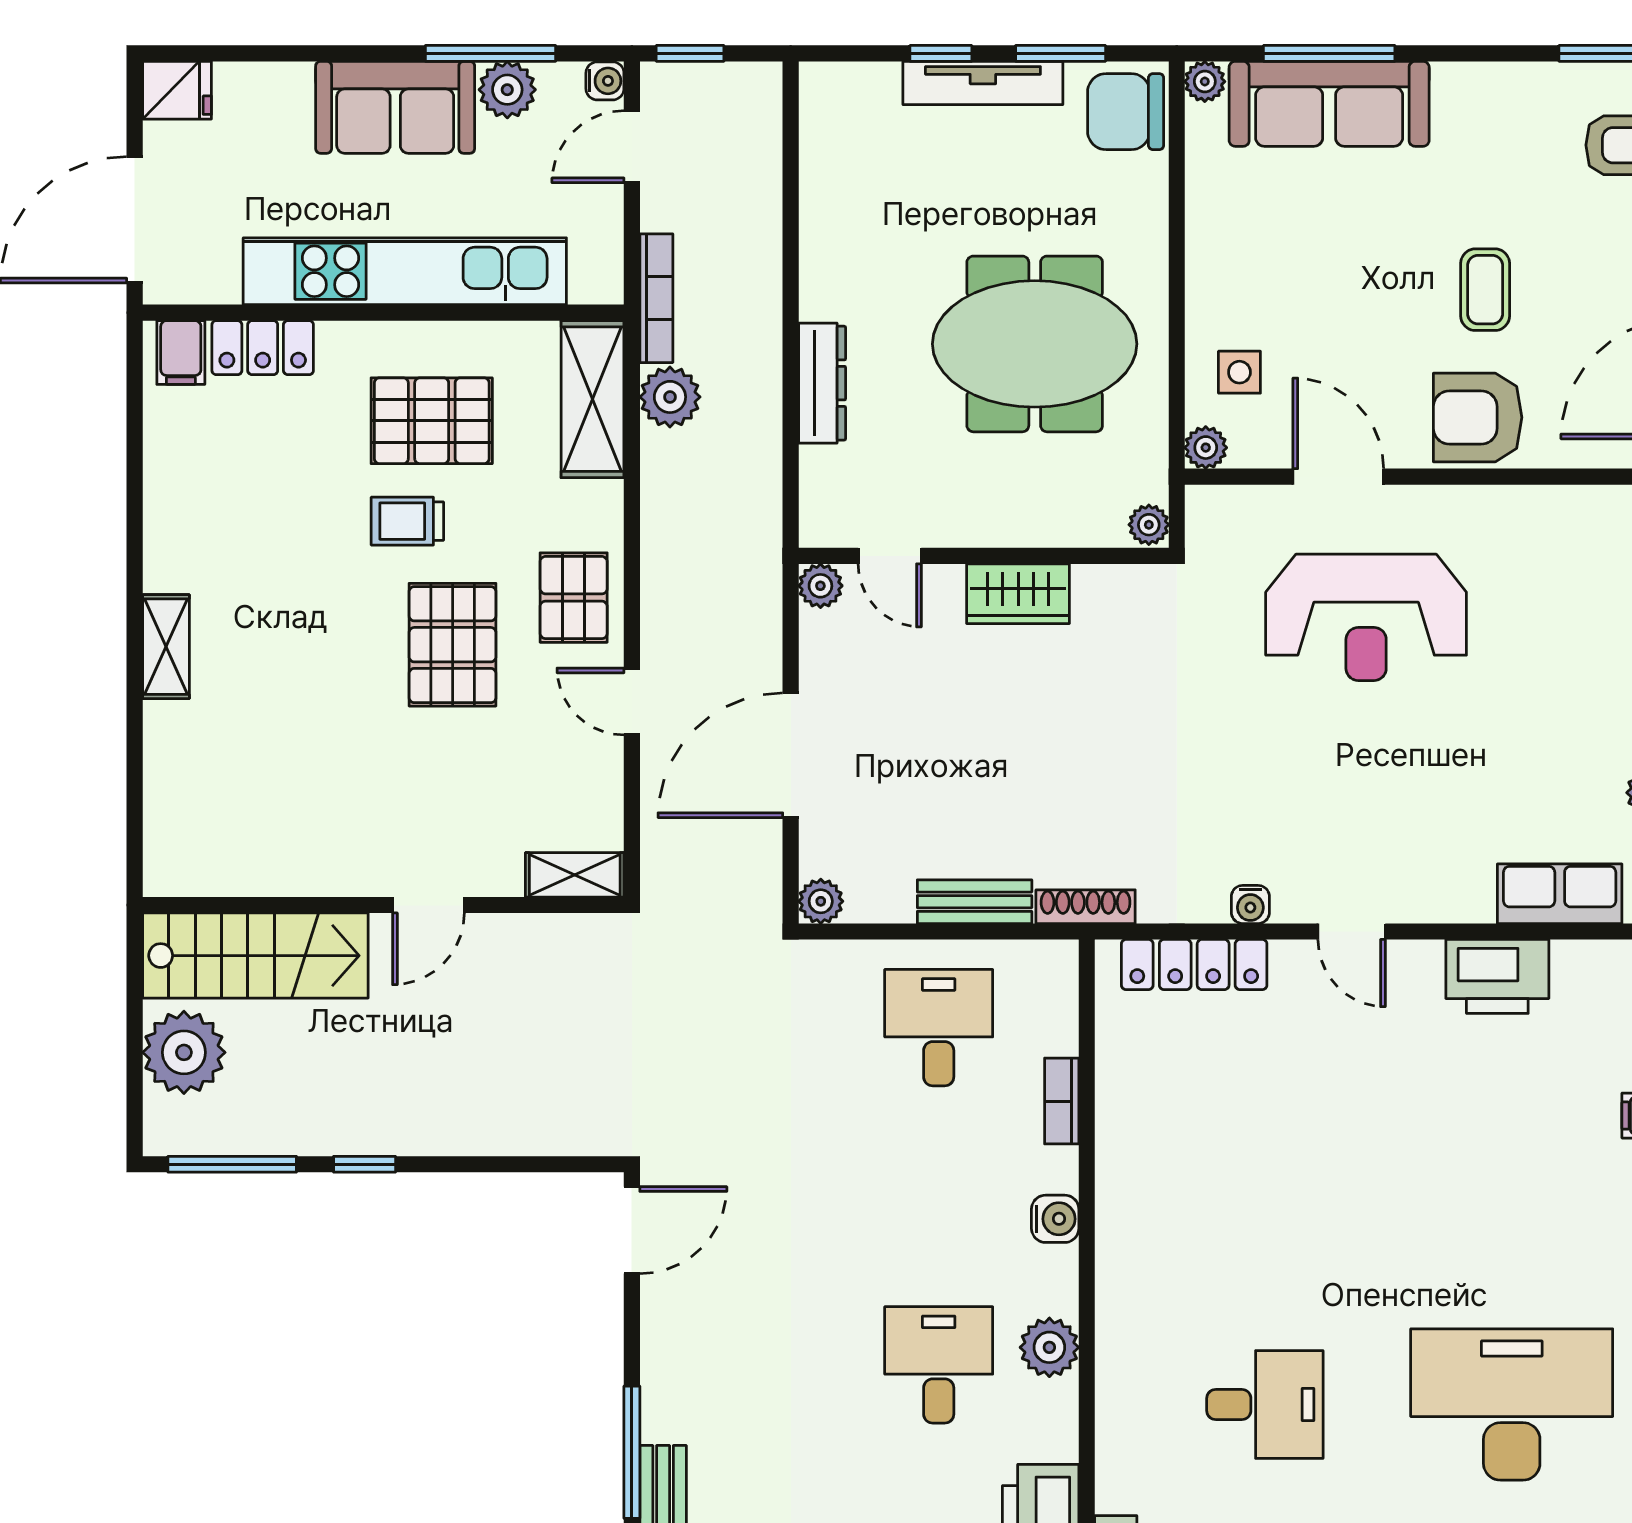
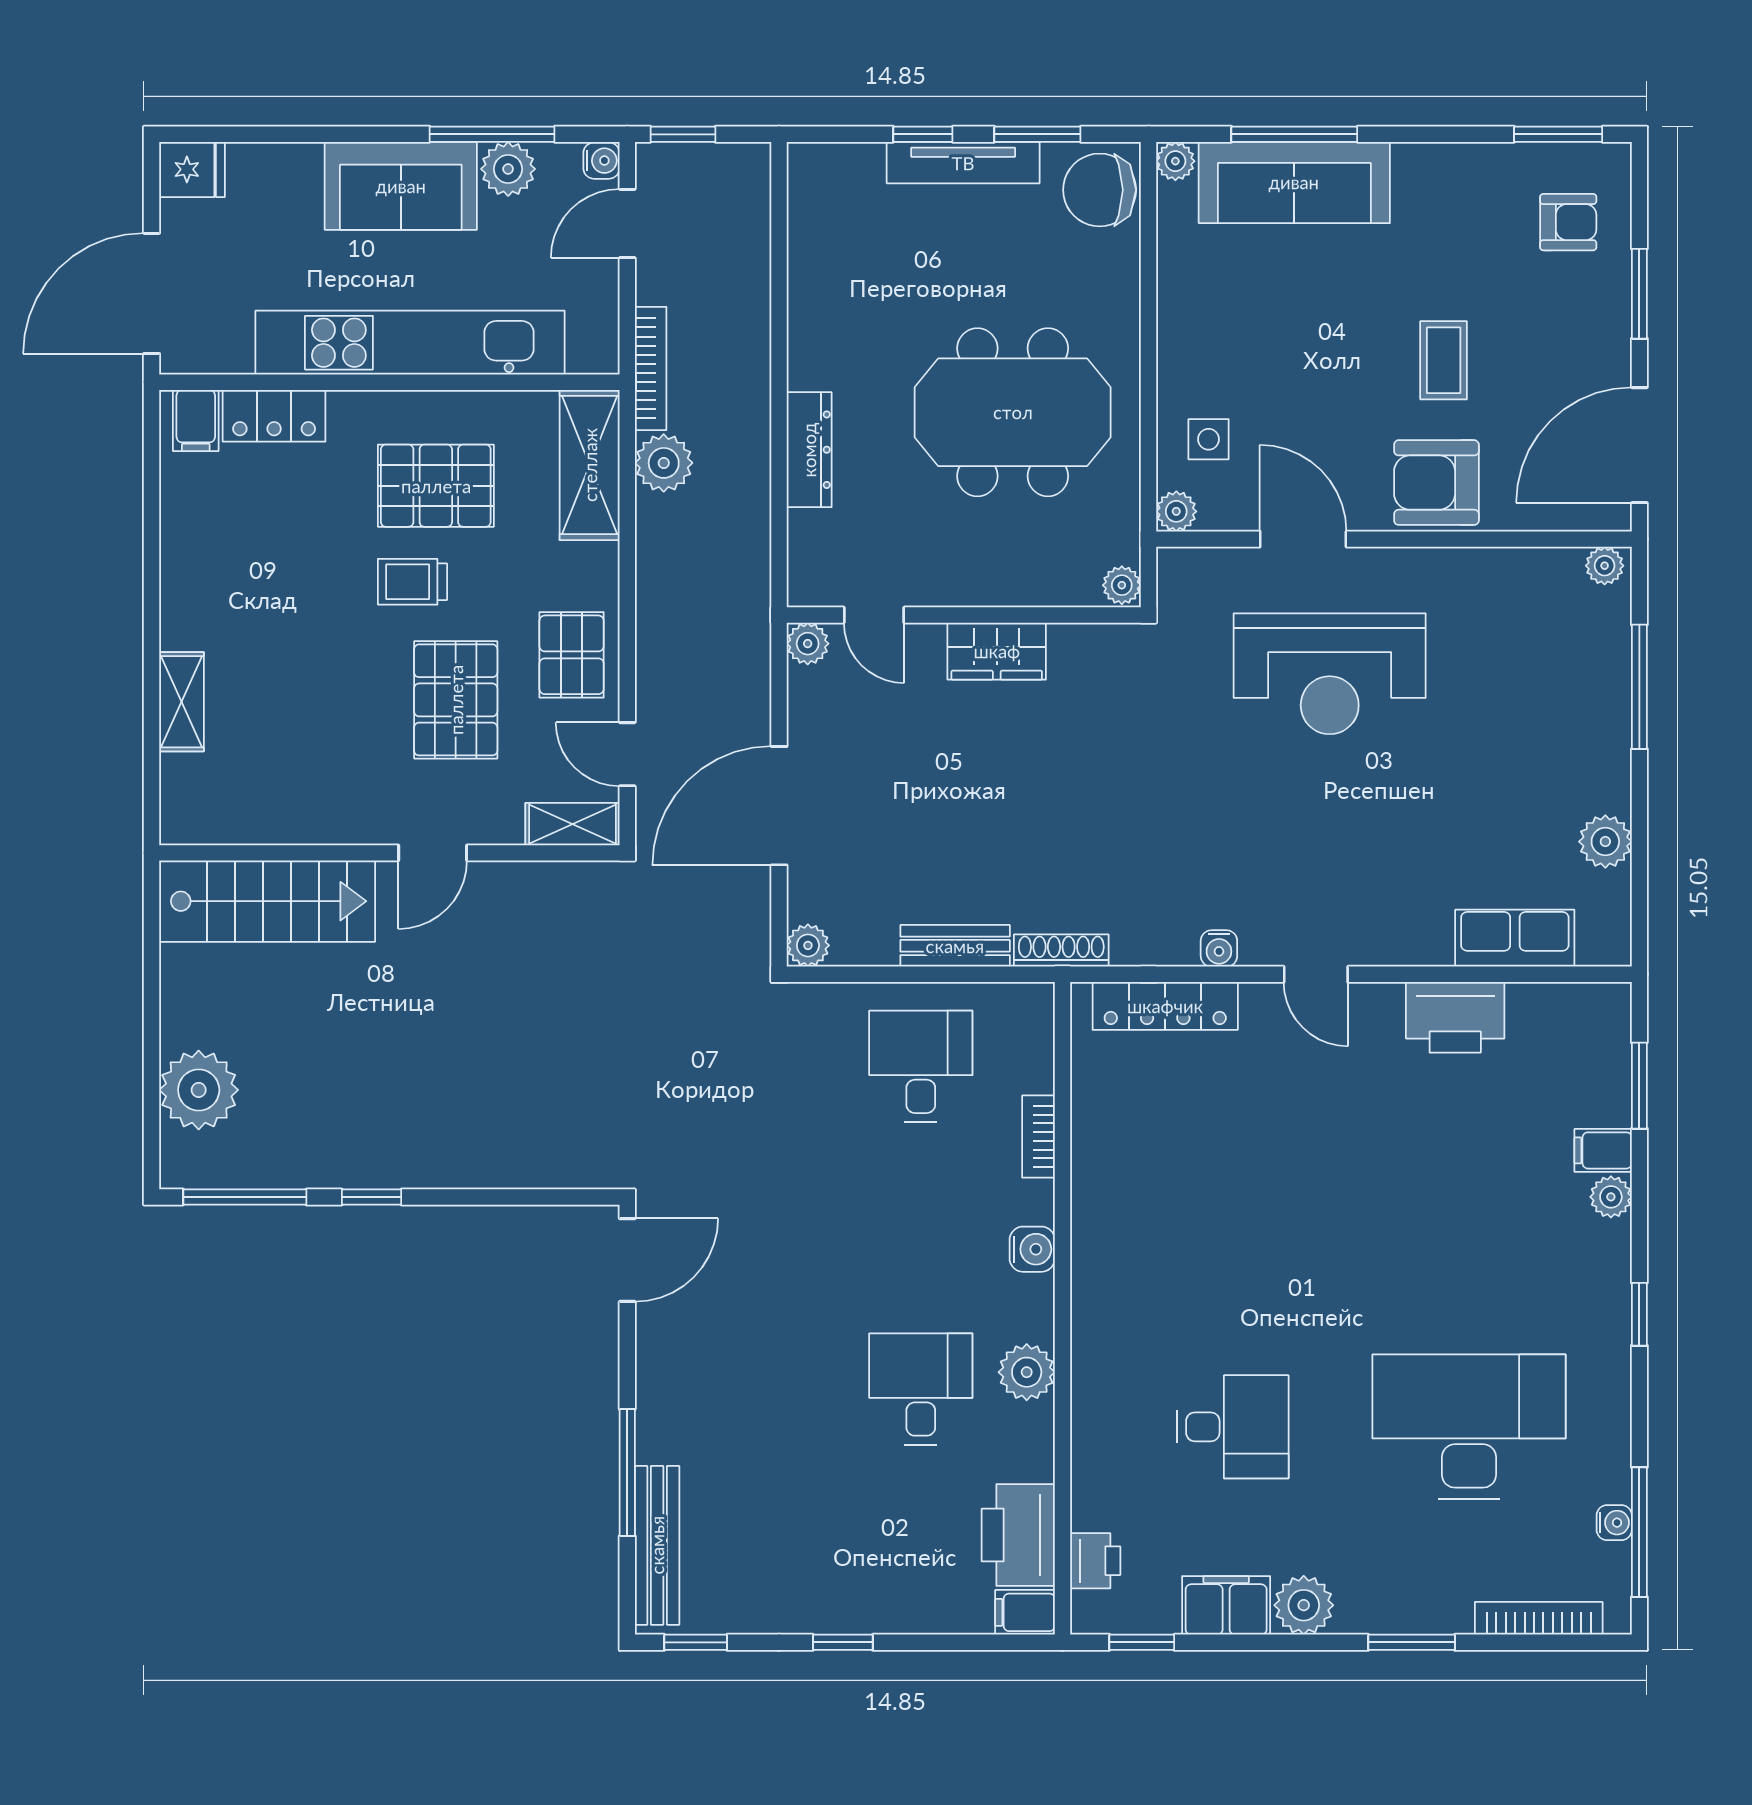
shelving: (575, 875) -> (573, 824), moved
wall: (383, 905) -> (389, 853), moved
door: (428, 905) -> (433, 853), moved
stairs: (255, 956) -> (267, 901), moved

